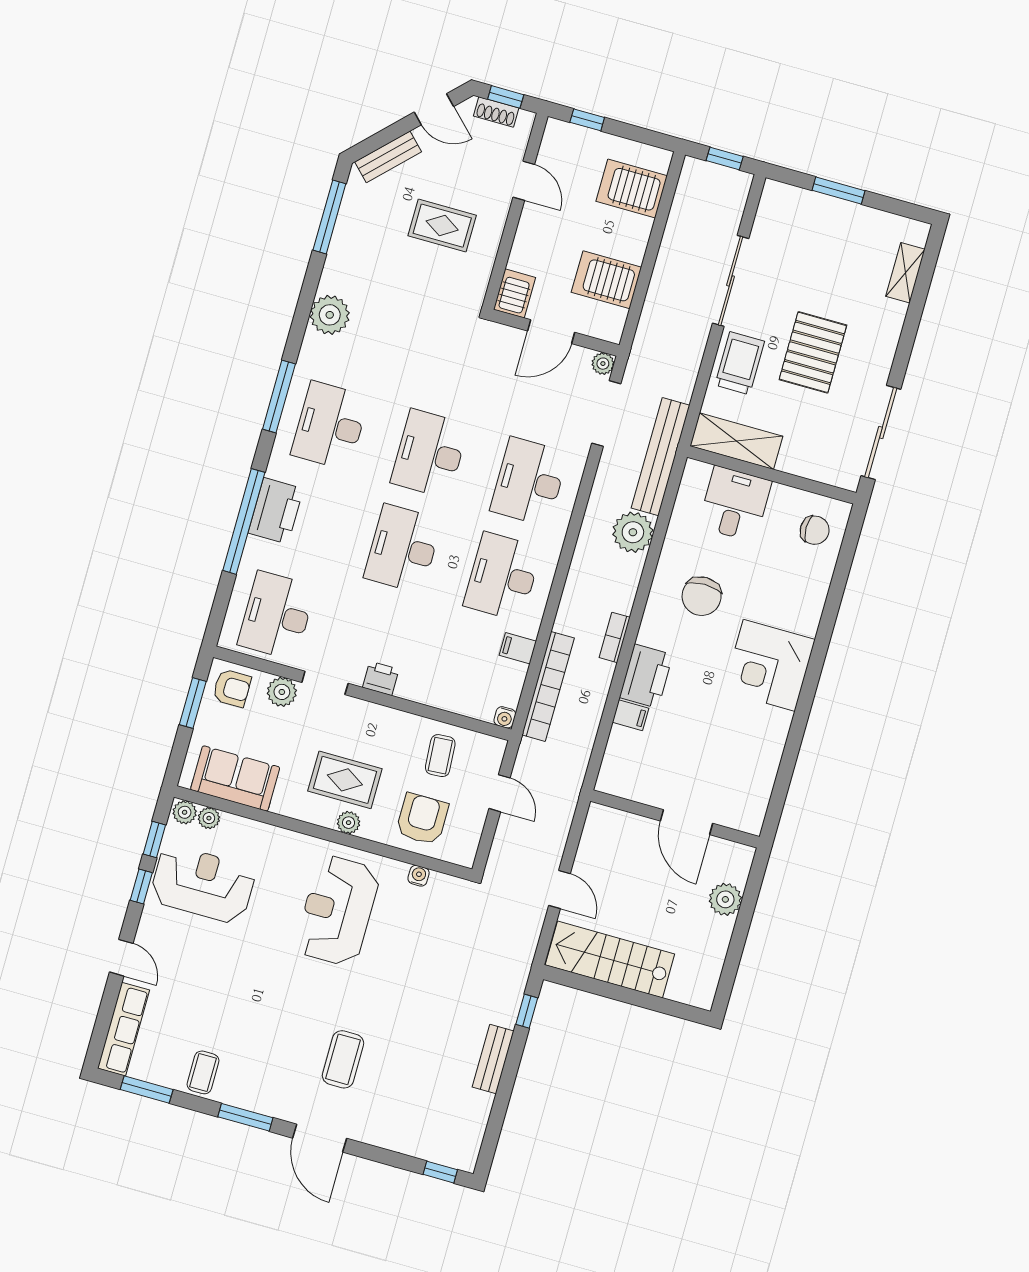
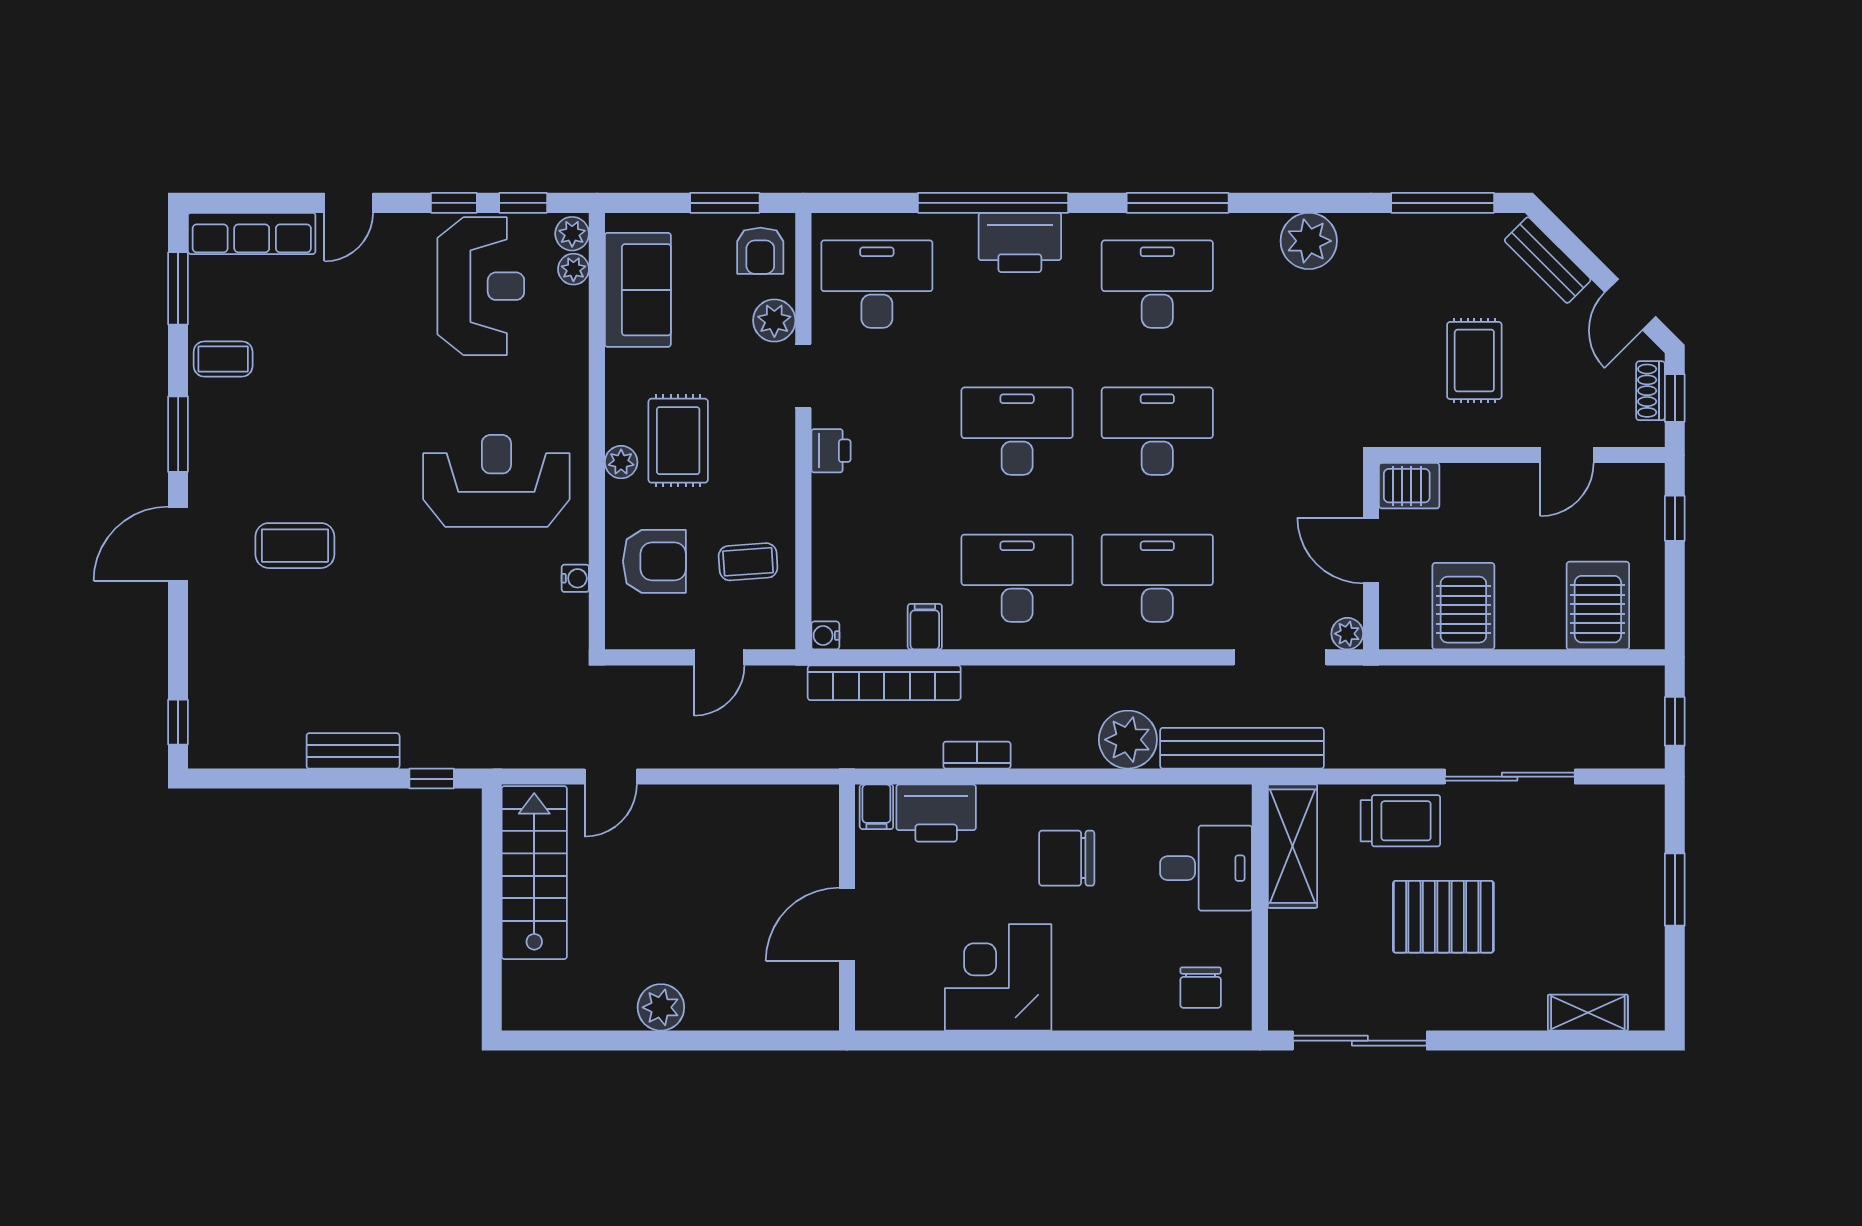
wall: (675, 819) -> (847, 908), moved
door: (686, 822) -> (847, 924), moved

